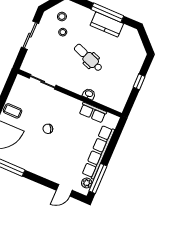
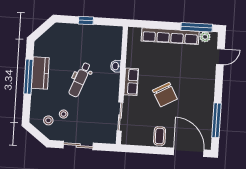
row of seats: (93, 112) -> (131, 82), moved
chair: (48, 129) -> (165, 95), width x1.87, depth x1.87
door: (64, 190) -> (220, 57), hinge flipped

